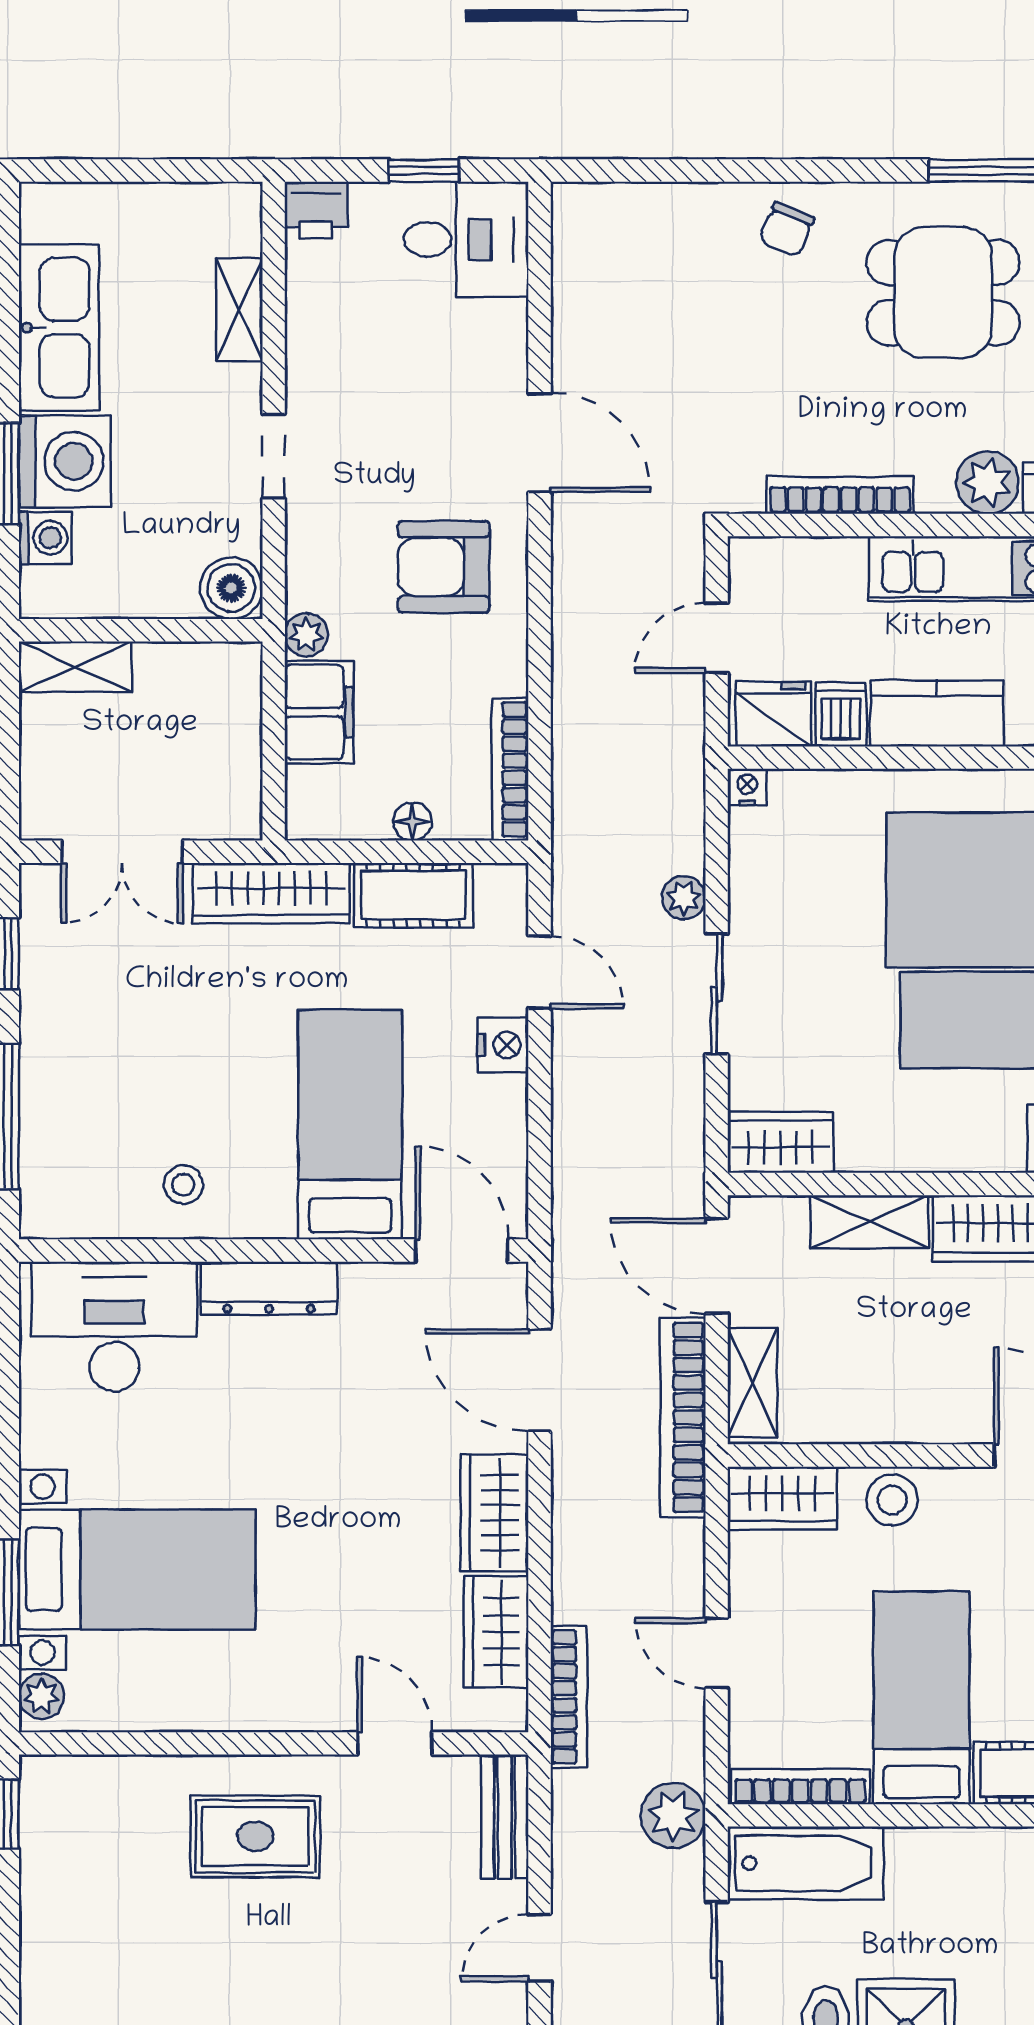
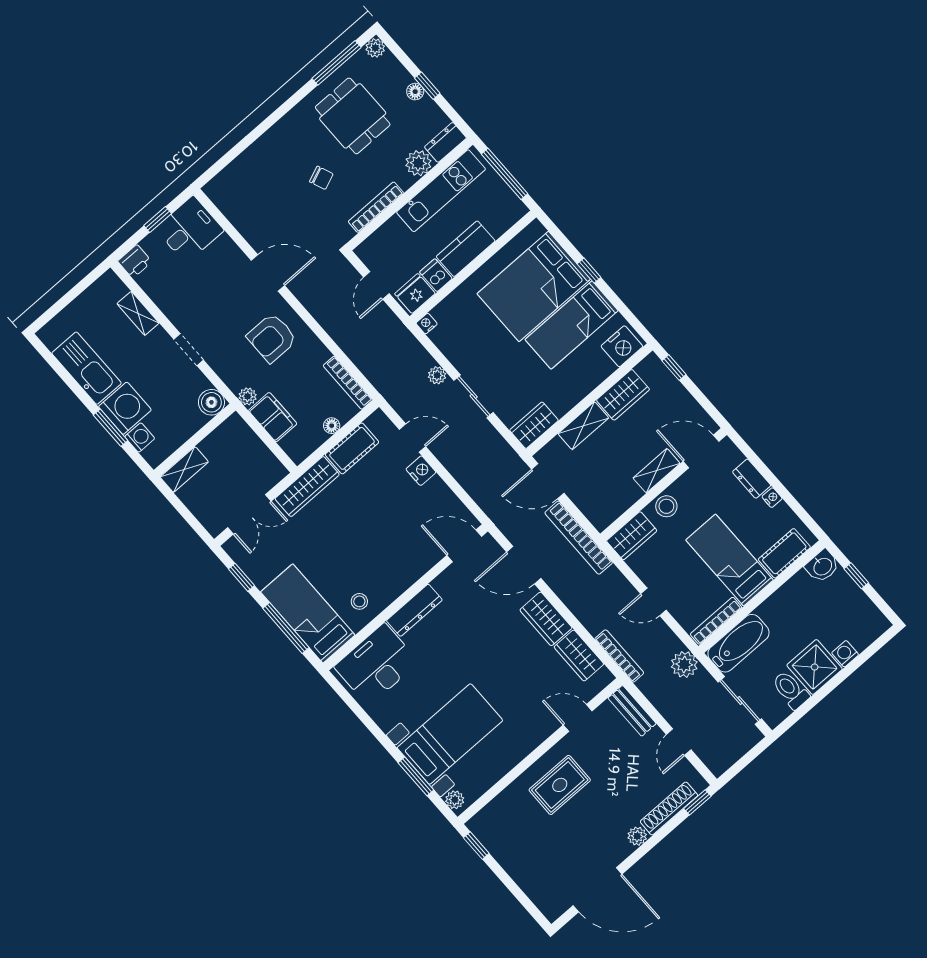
chair: (787, 229) -> (321, 178), moved, turned -45
dining table: (943, 293) -> (353, 116), turned 90
bed: (350, 1125) -> (308, 613), moved
shelving: (752, 1383) -> (657, 471), moved, turned 90

